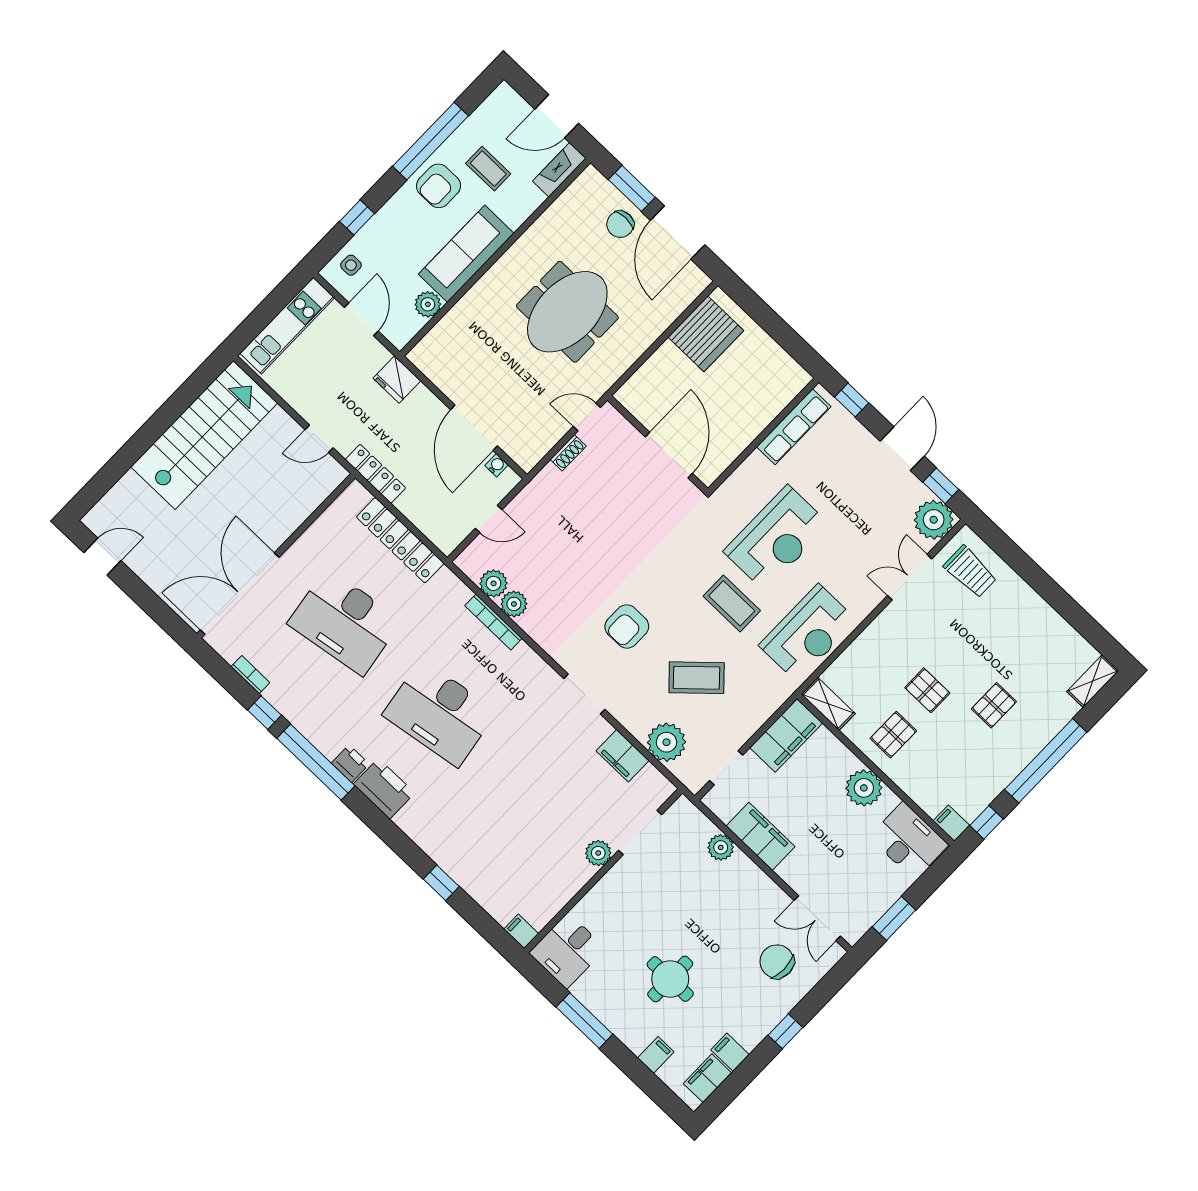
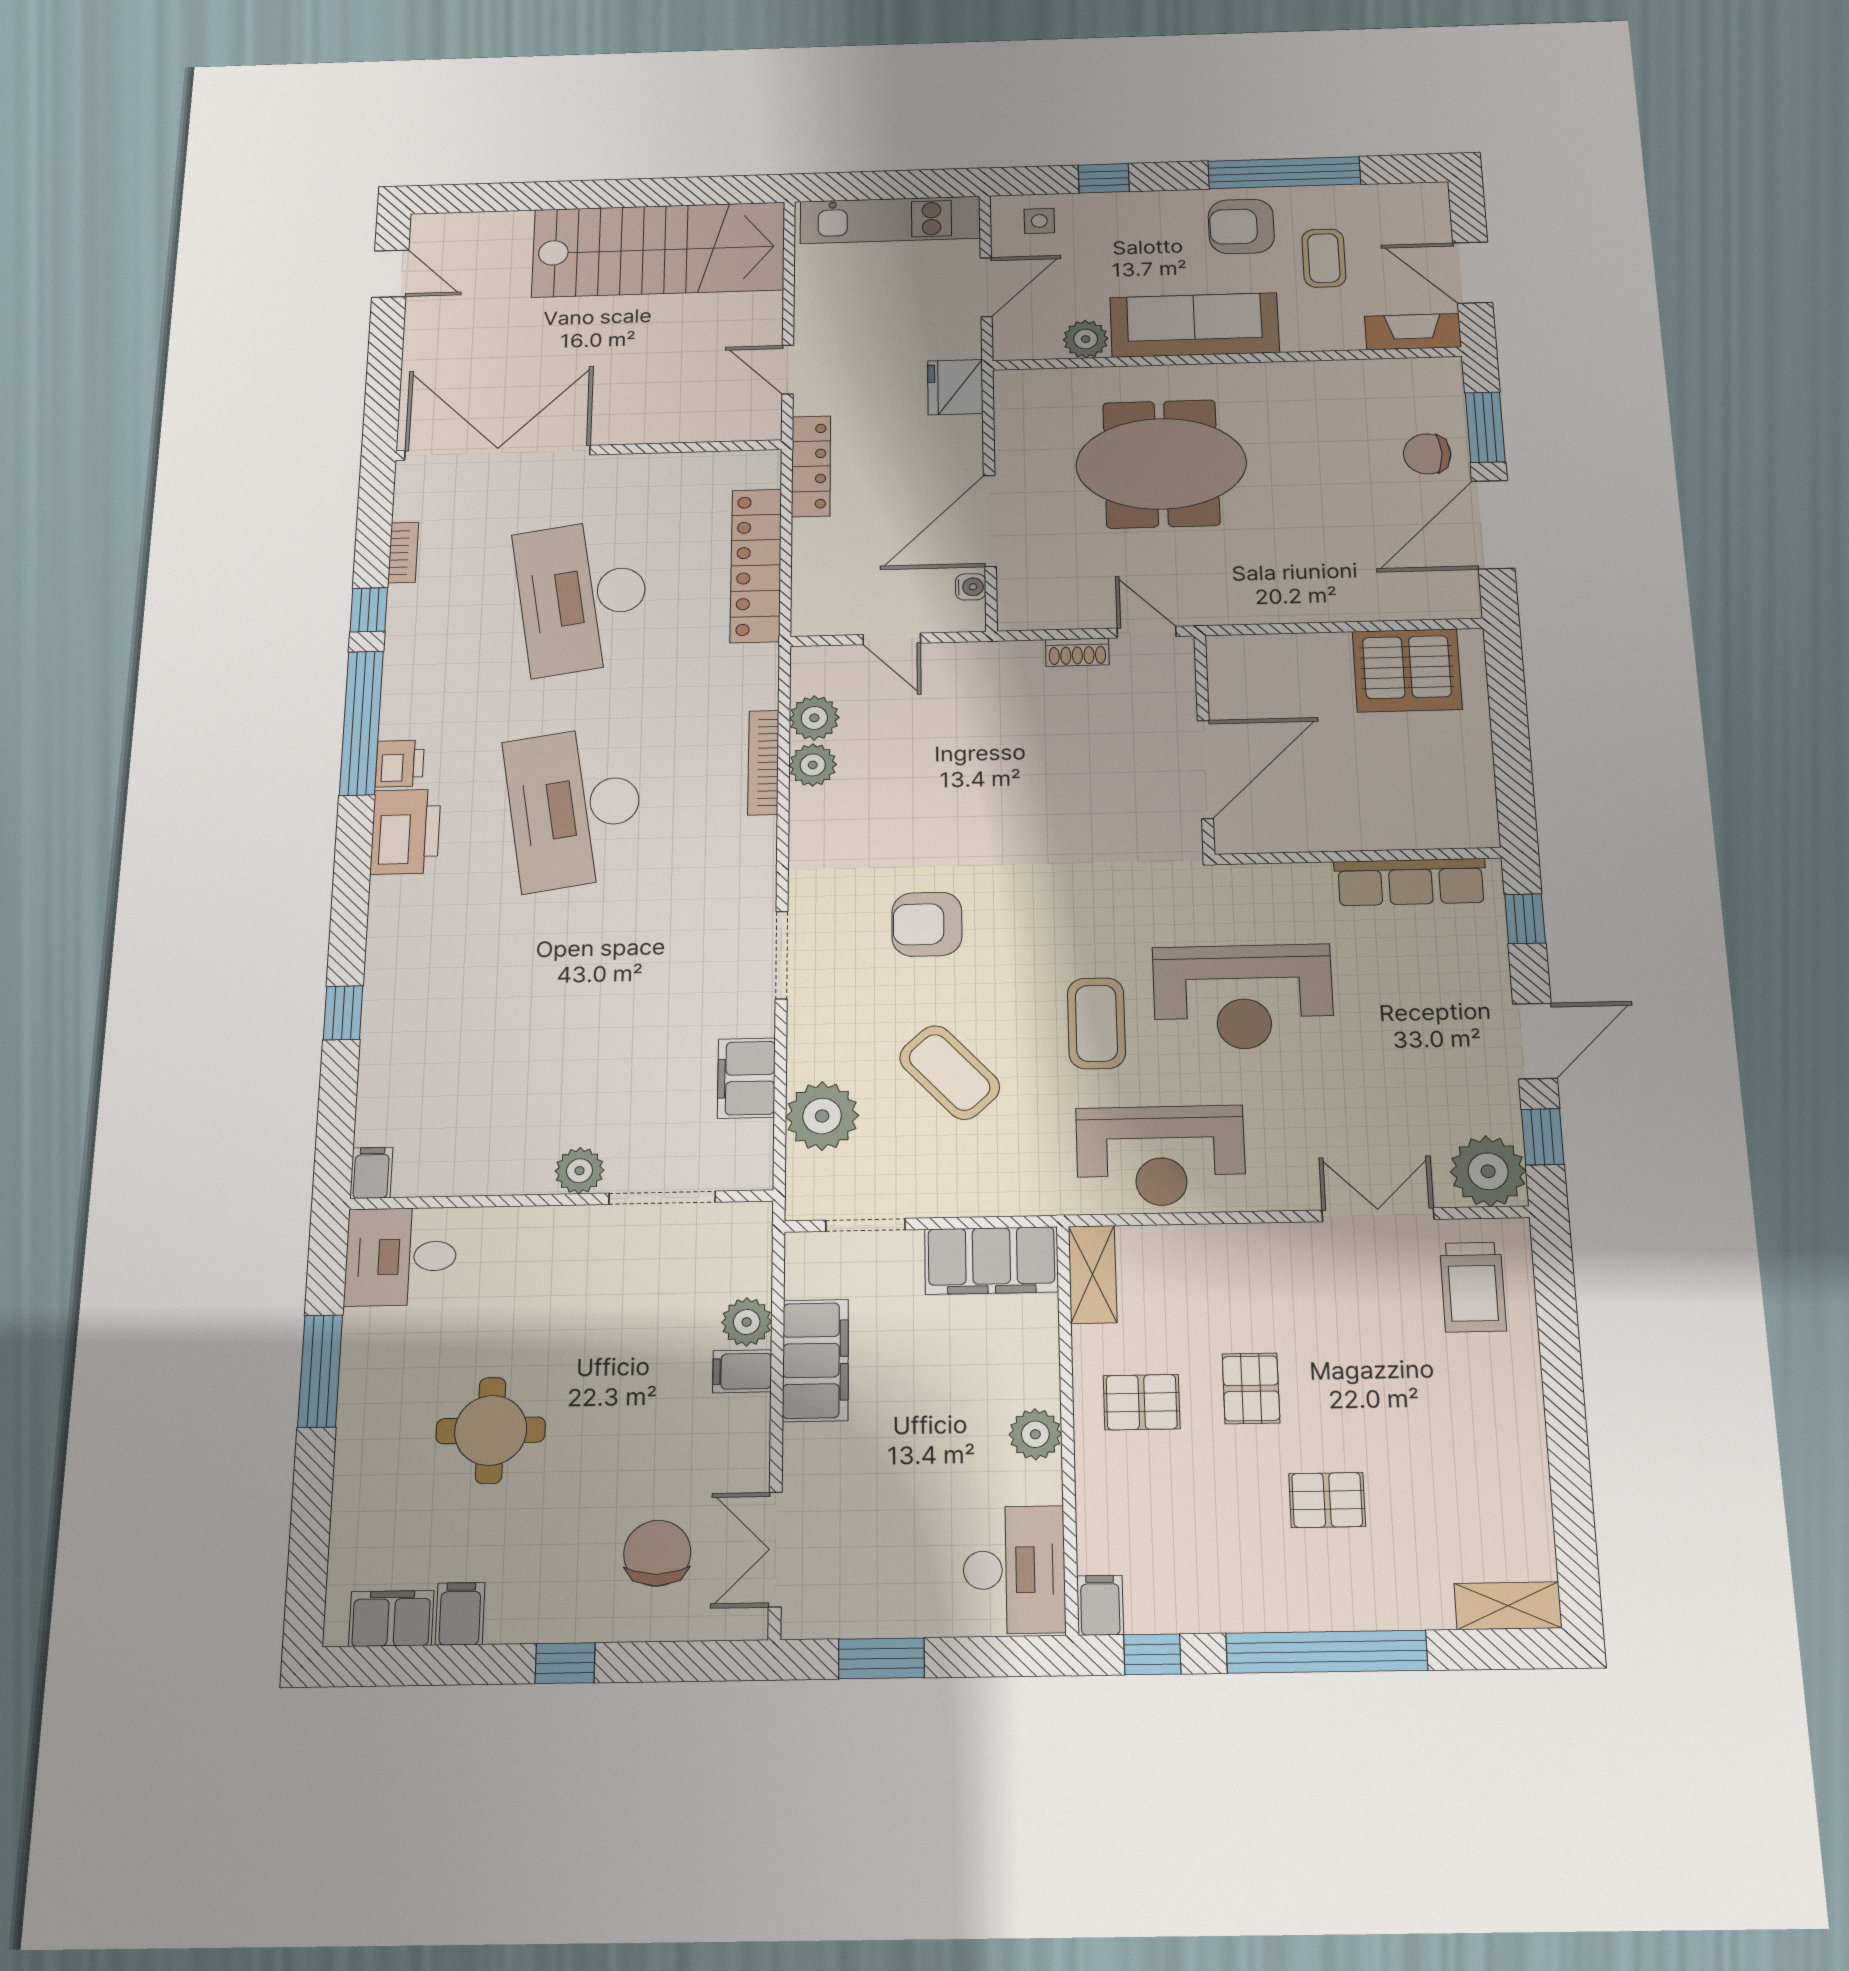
meeting table: (567, 312) -> (1161, 464), moved
plant: (864, 788) -> (1035, 1434), width x0.73, depth x0.73
filing cabinet: (656, 1055) -> (742, 1371), moved, turned 180

